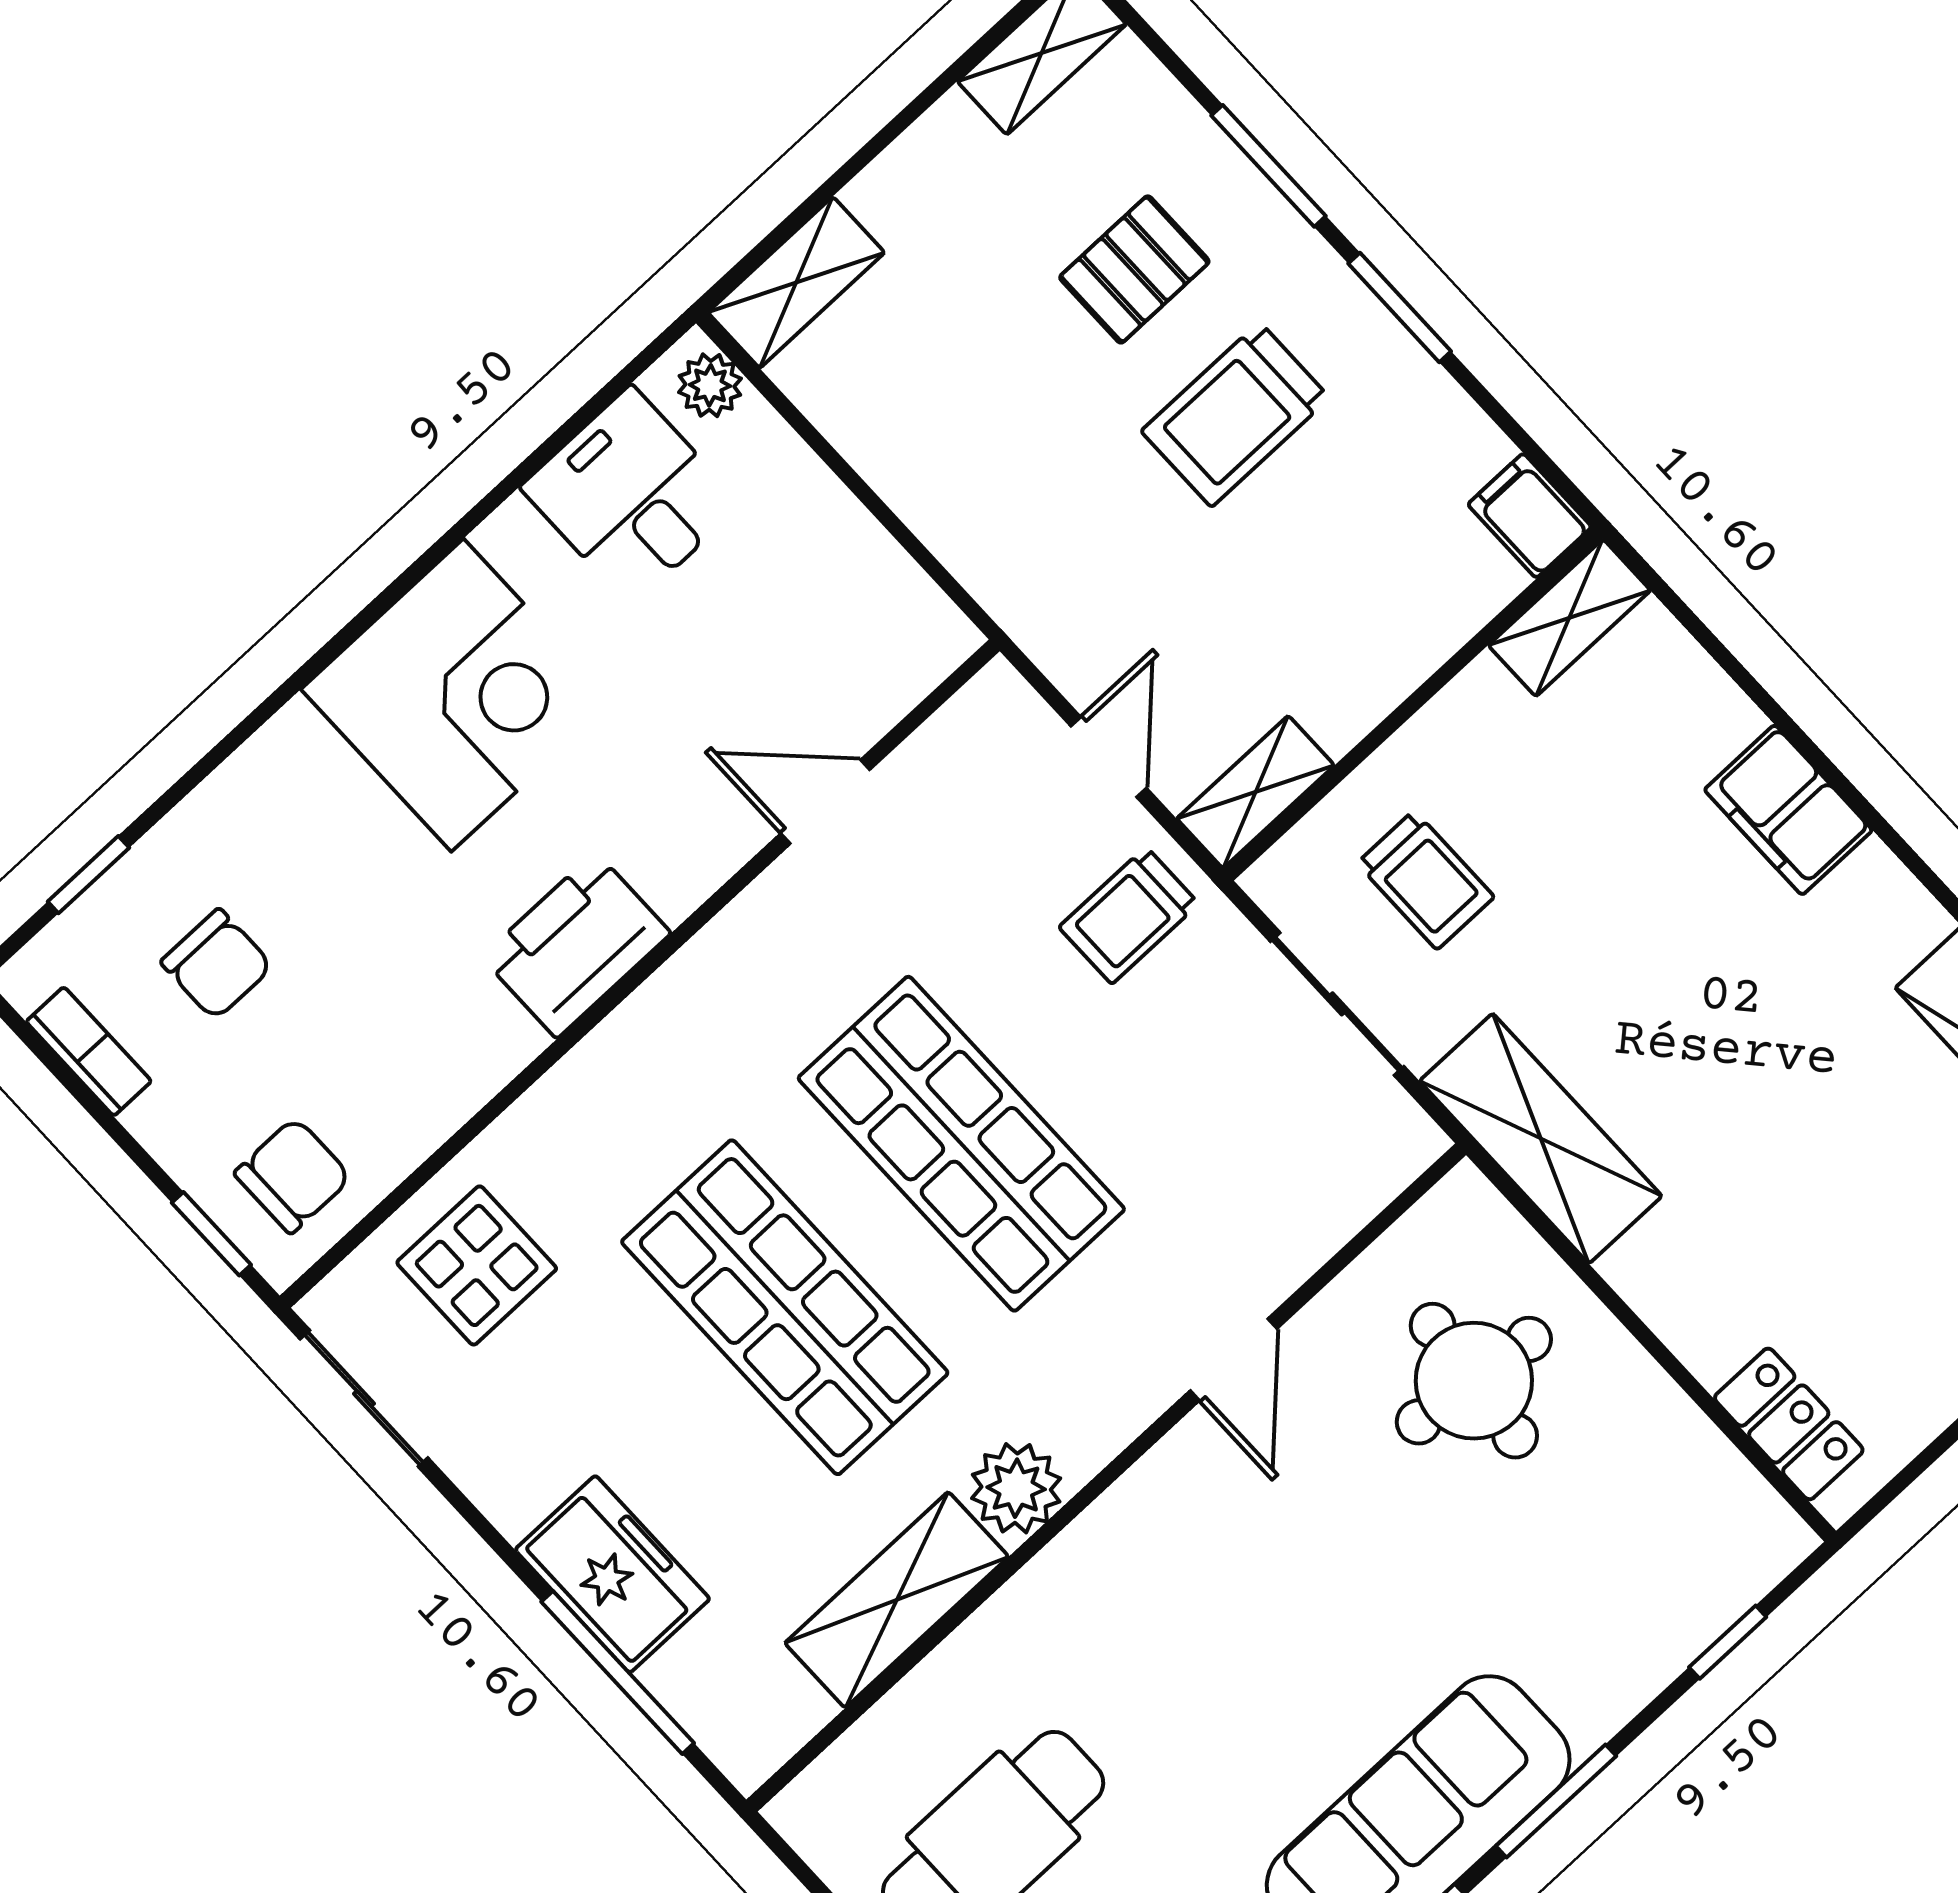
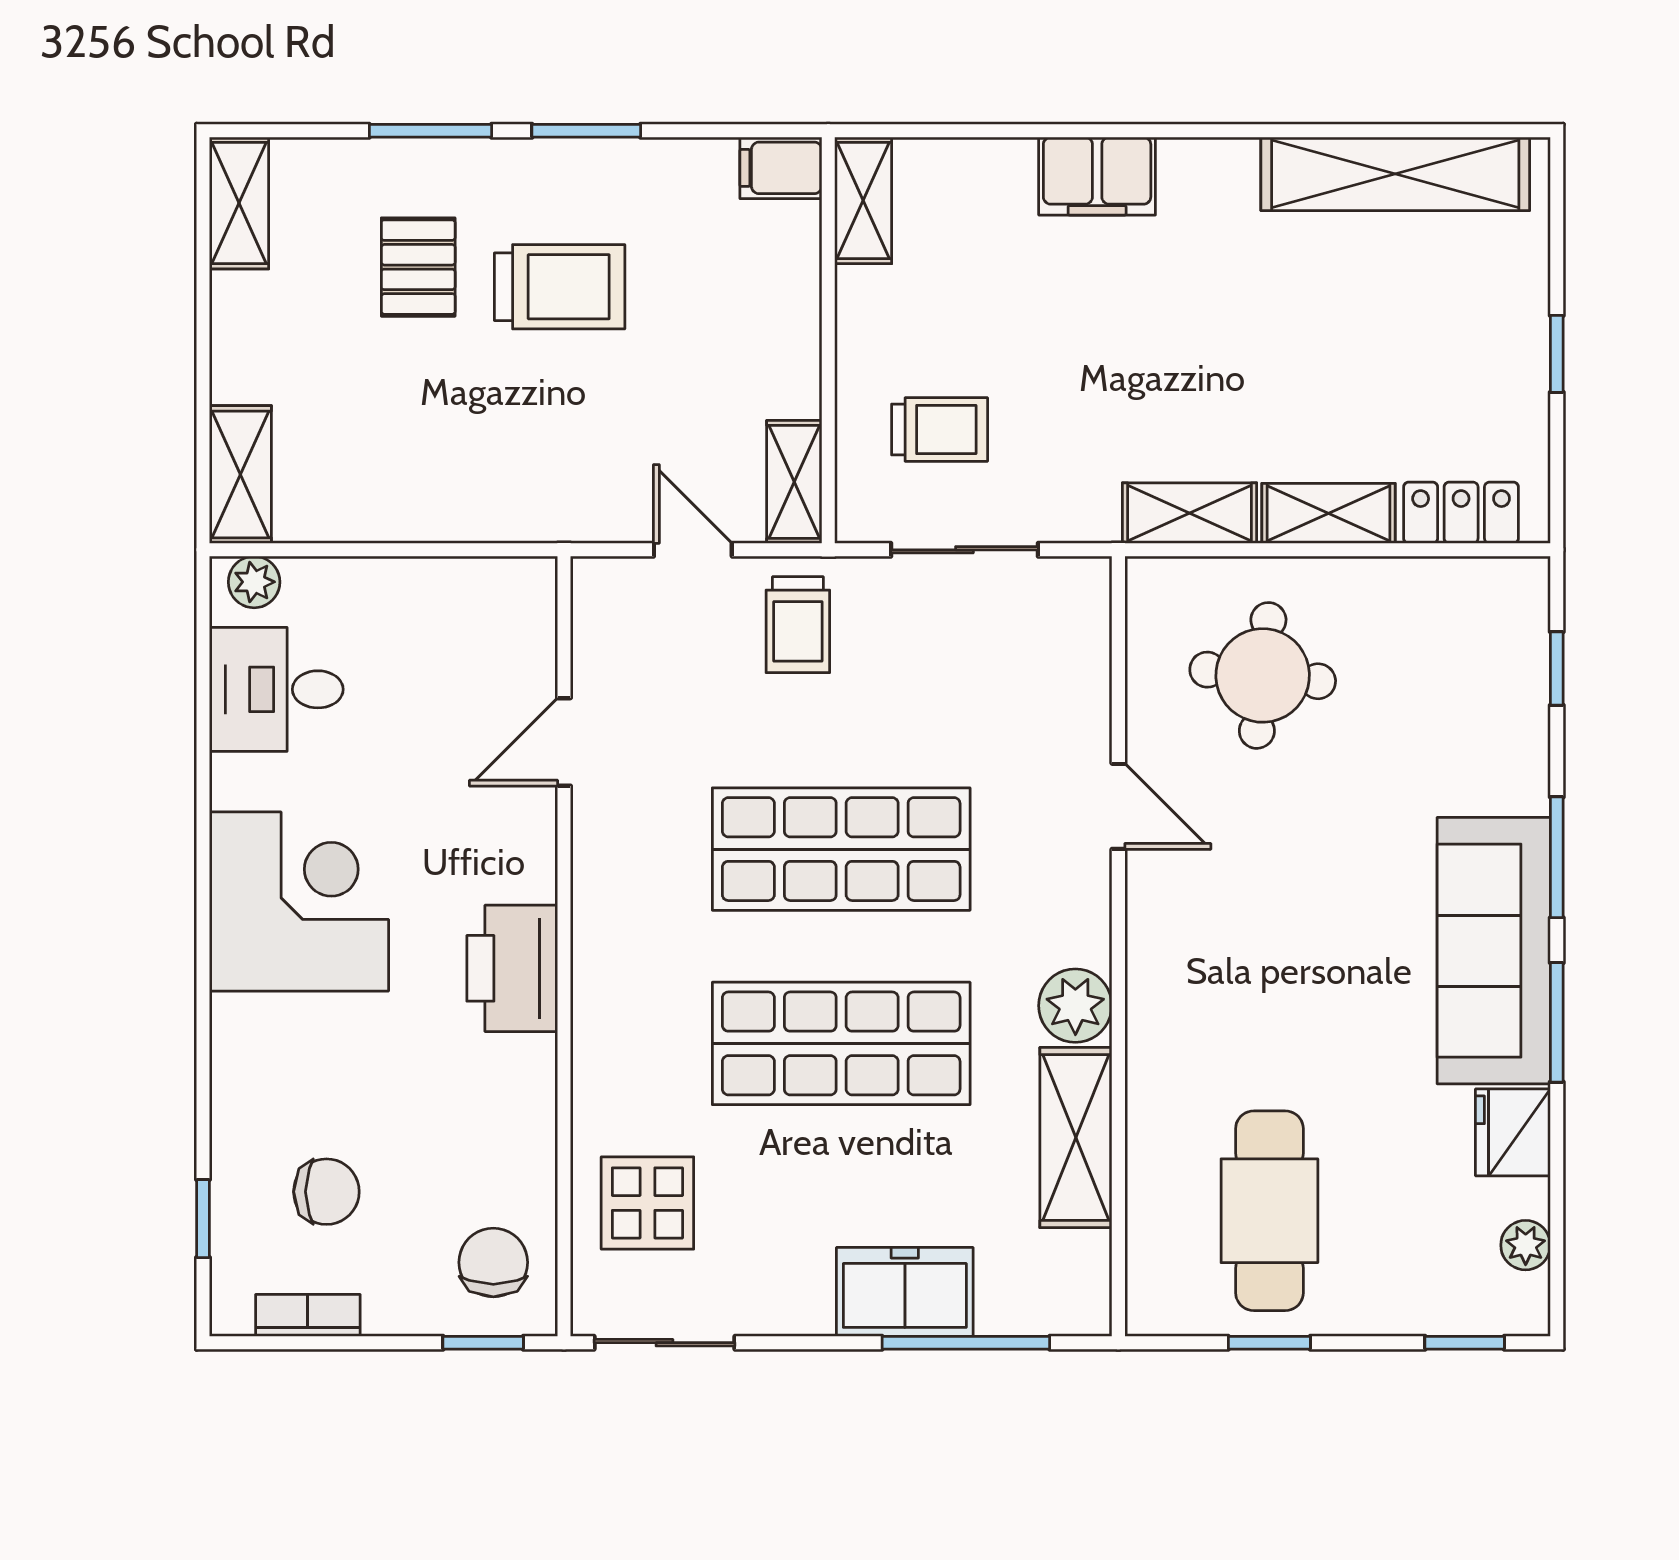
trolley: (1235, 415) -> (560, 287), turned -90
shelving: (1541, 1138) -> (1190, 513), width x0.67, depth x0.75
shelving: (1677, 1304) -> (1329, 513), added

